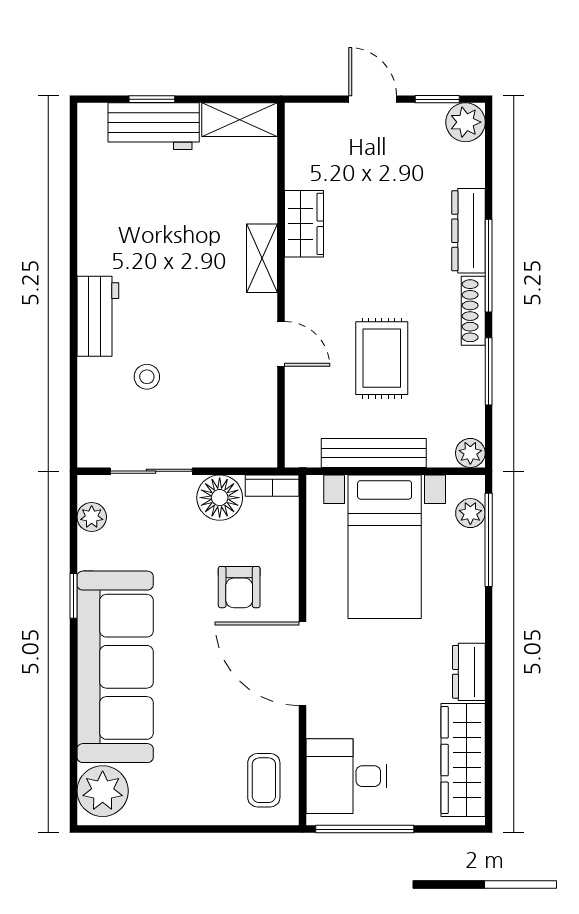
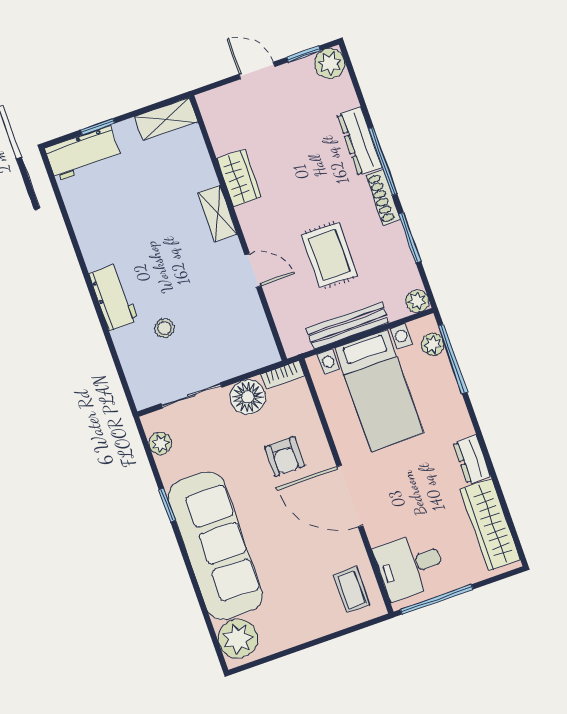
workbench: (154, 126) -> (83, 154), moved

